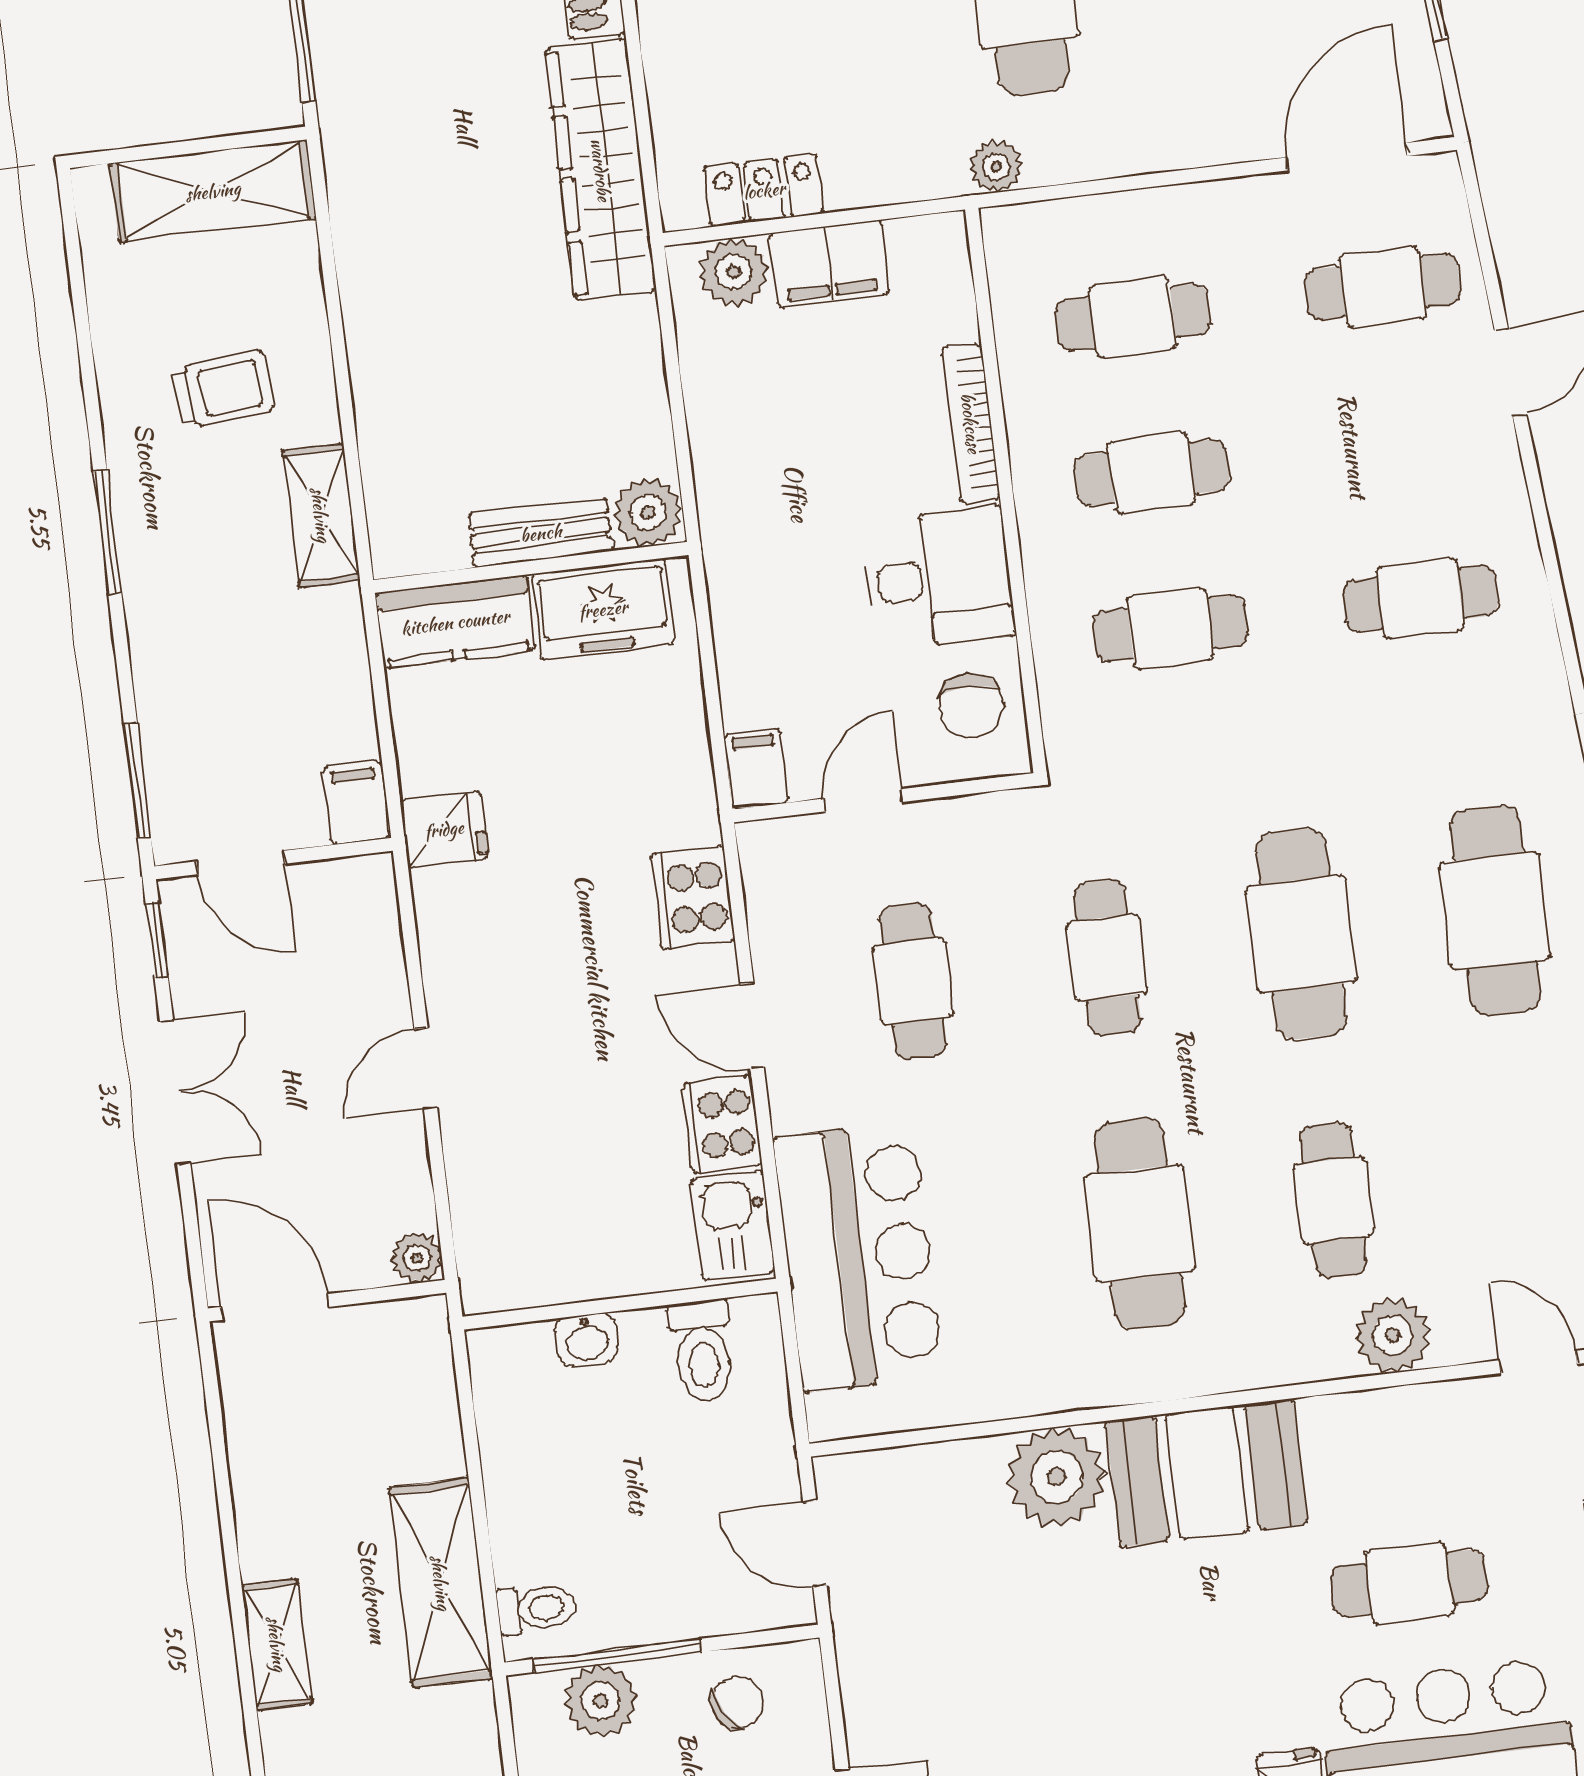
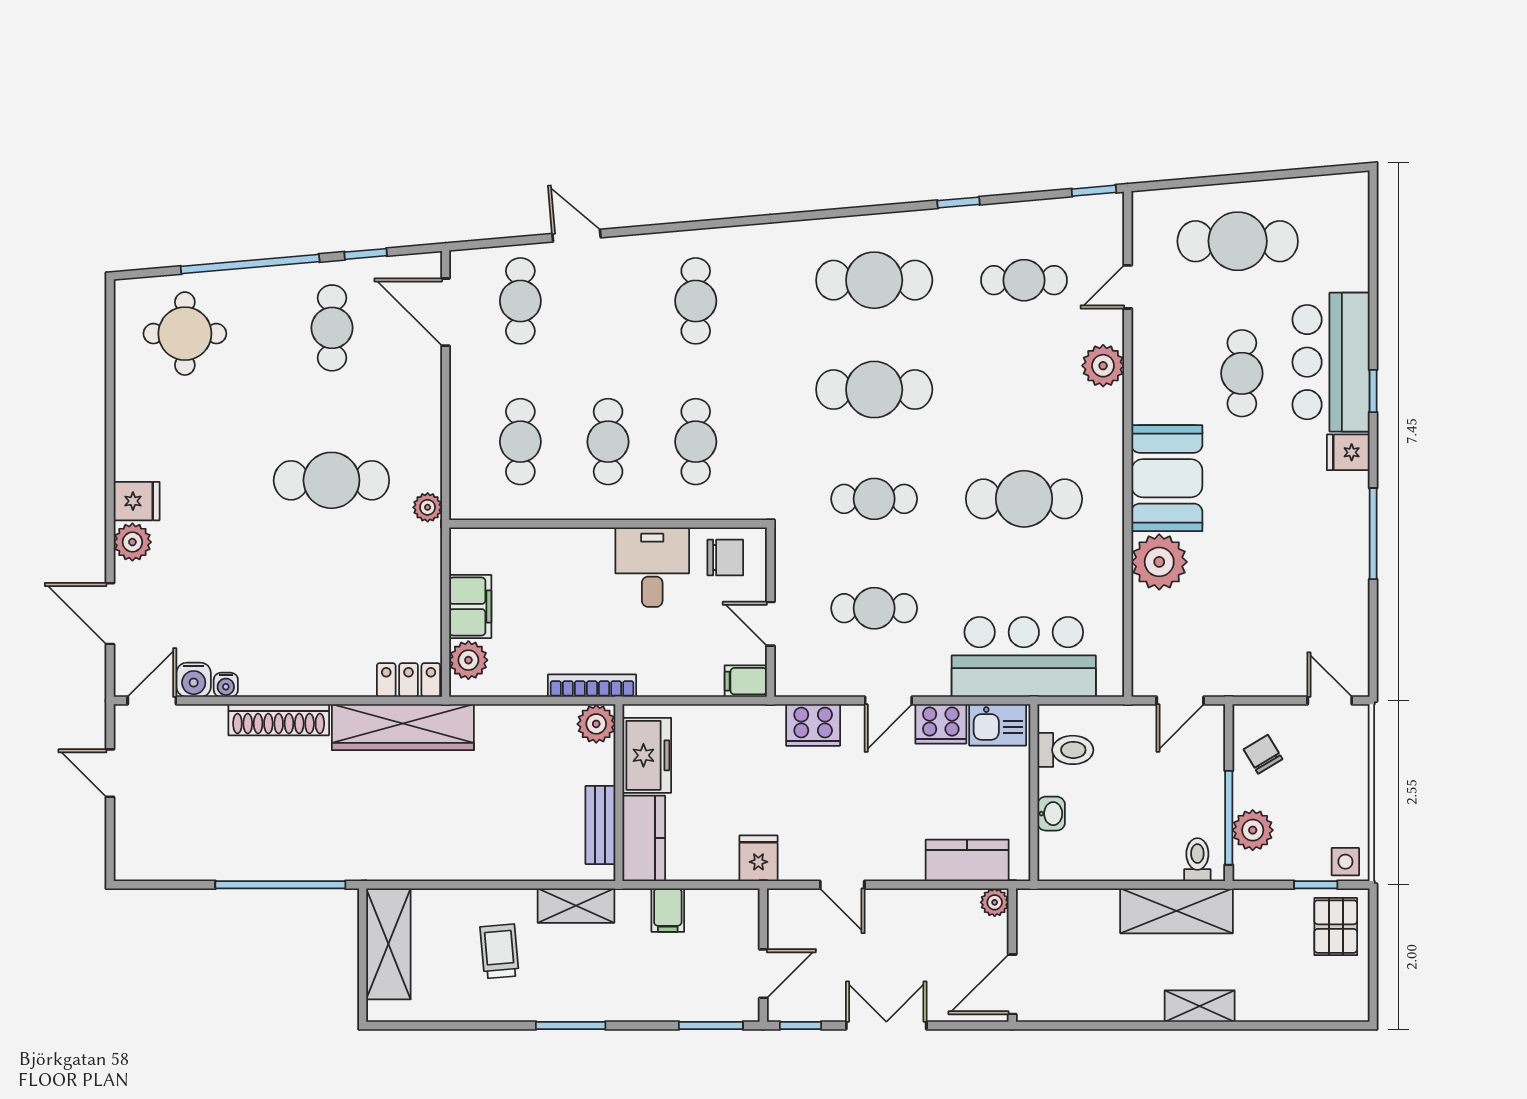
locker: (764, 190) -> (409, 680), moved, turned 90
bookcase: (971, 423) -> (592, 686), moved, turned 180
bench: (541, 533) -> (600, 825), moved
filing cabinet: (356, 803) -> (668, 910), moved, turned -90
door: (426, 1068) -> (842, 885), moved
kitchen counter: (486, 1200) -> (967, 860), added
cafe table: (1333, 1200) -> (1024, 280), moved

